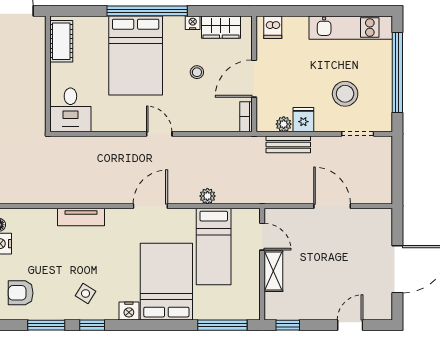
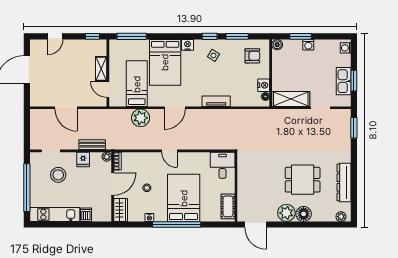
wardrobe: (221, 27) -> (121, 210), moved, turned 90
dishwasher: (273, 27) -> (86, 215), moved
plant: (284, 124) -> (107, 157), moved
plant: (207, 196) -> (141, 118), width x1.87, depth x1.87

